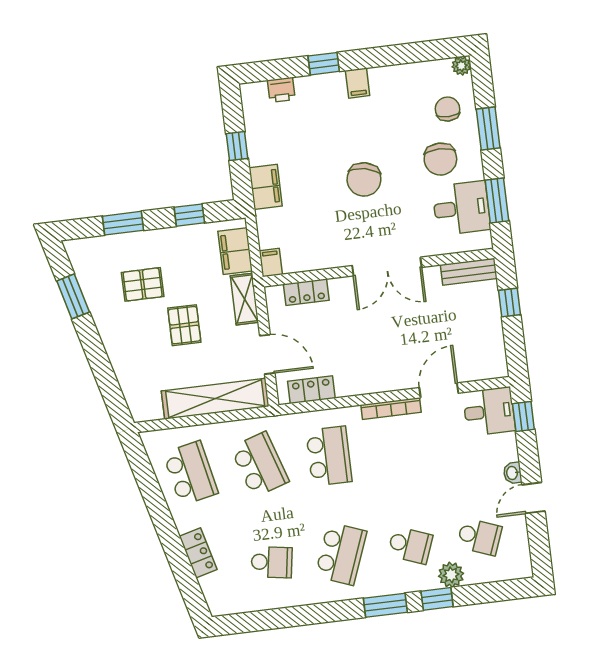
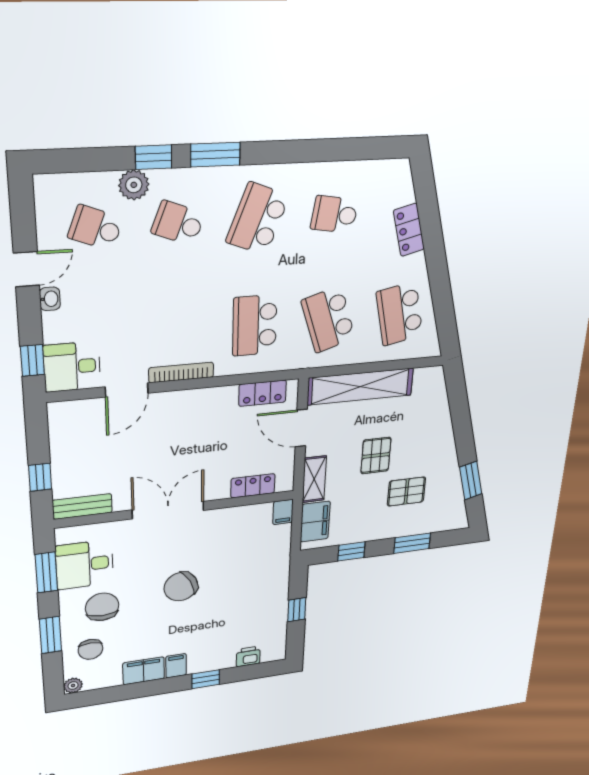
chair: (364, 179) -> (181, 587), turned -129
filing cabinet: (266, 187) -> (144, 671), moved, turned 90

